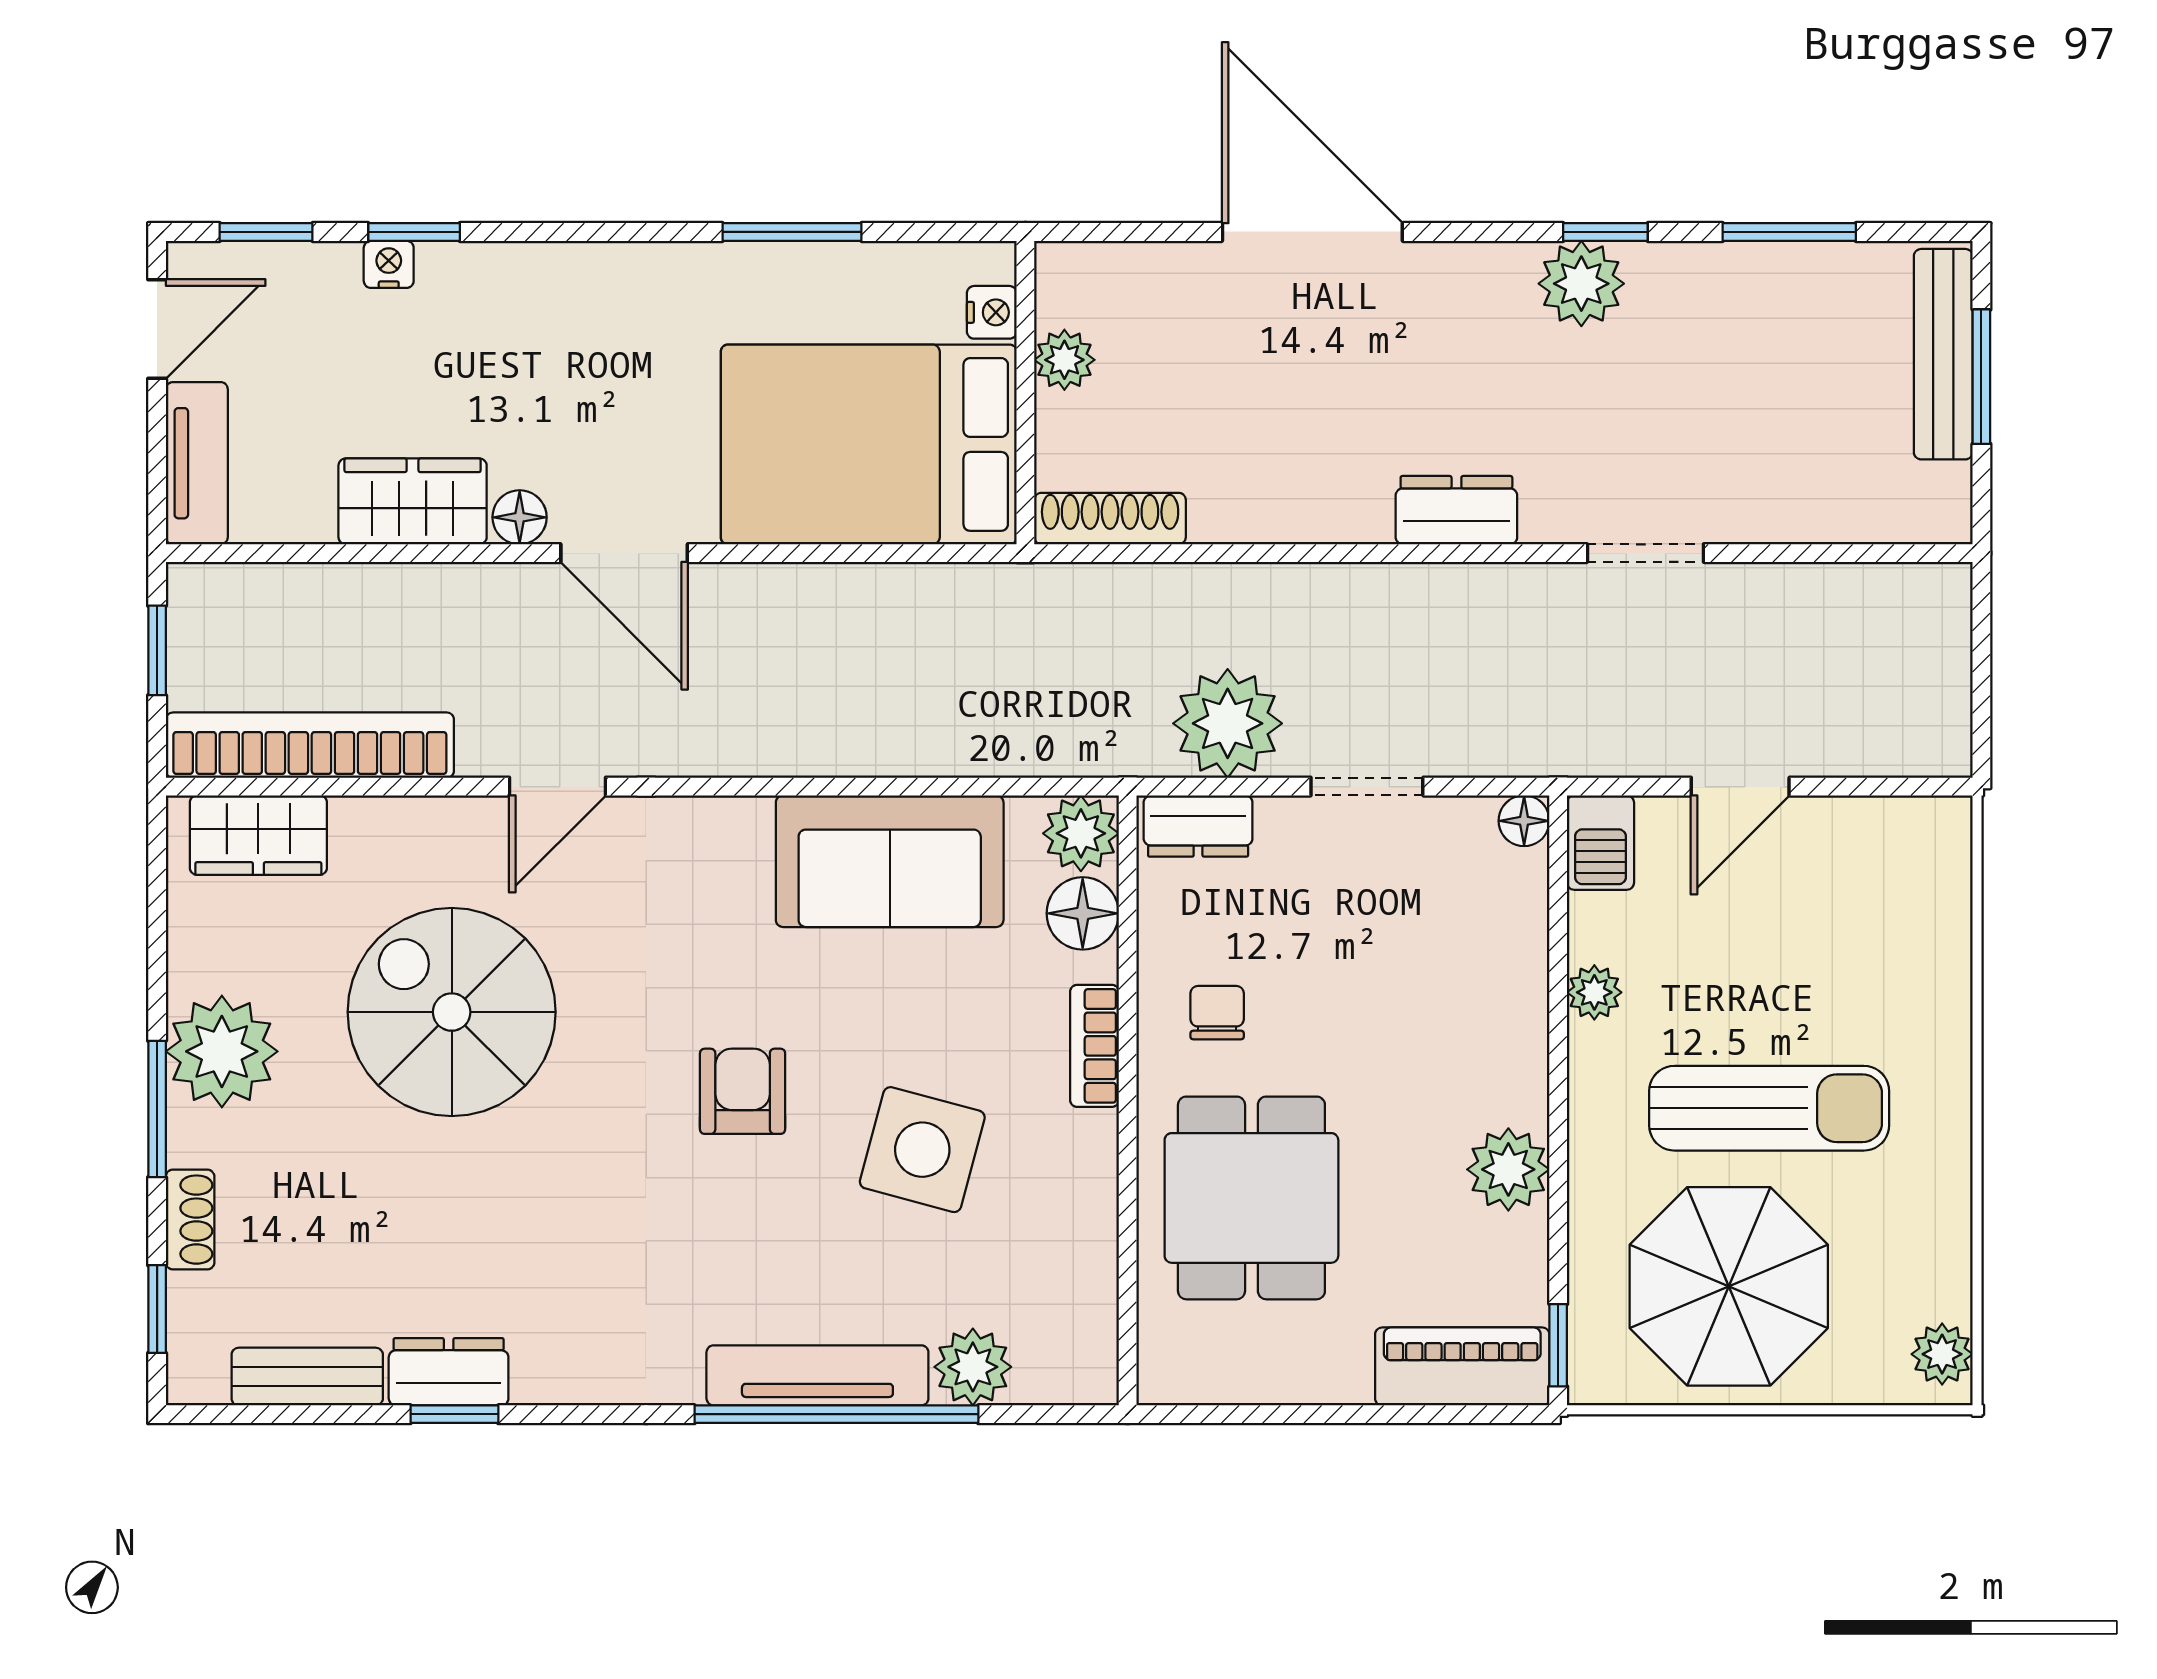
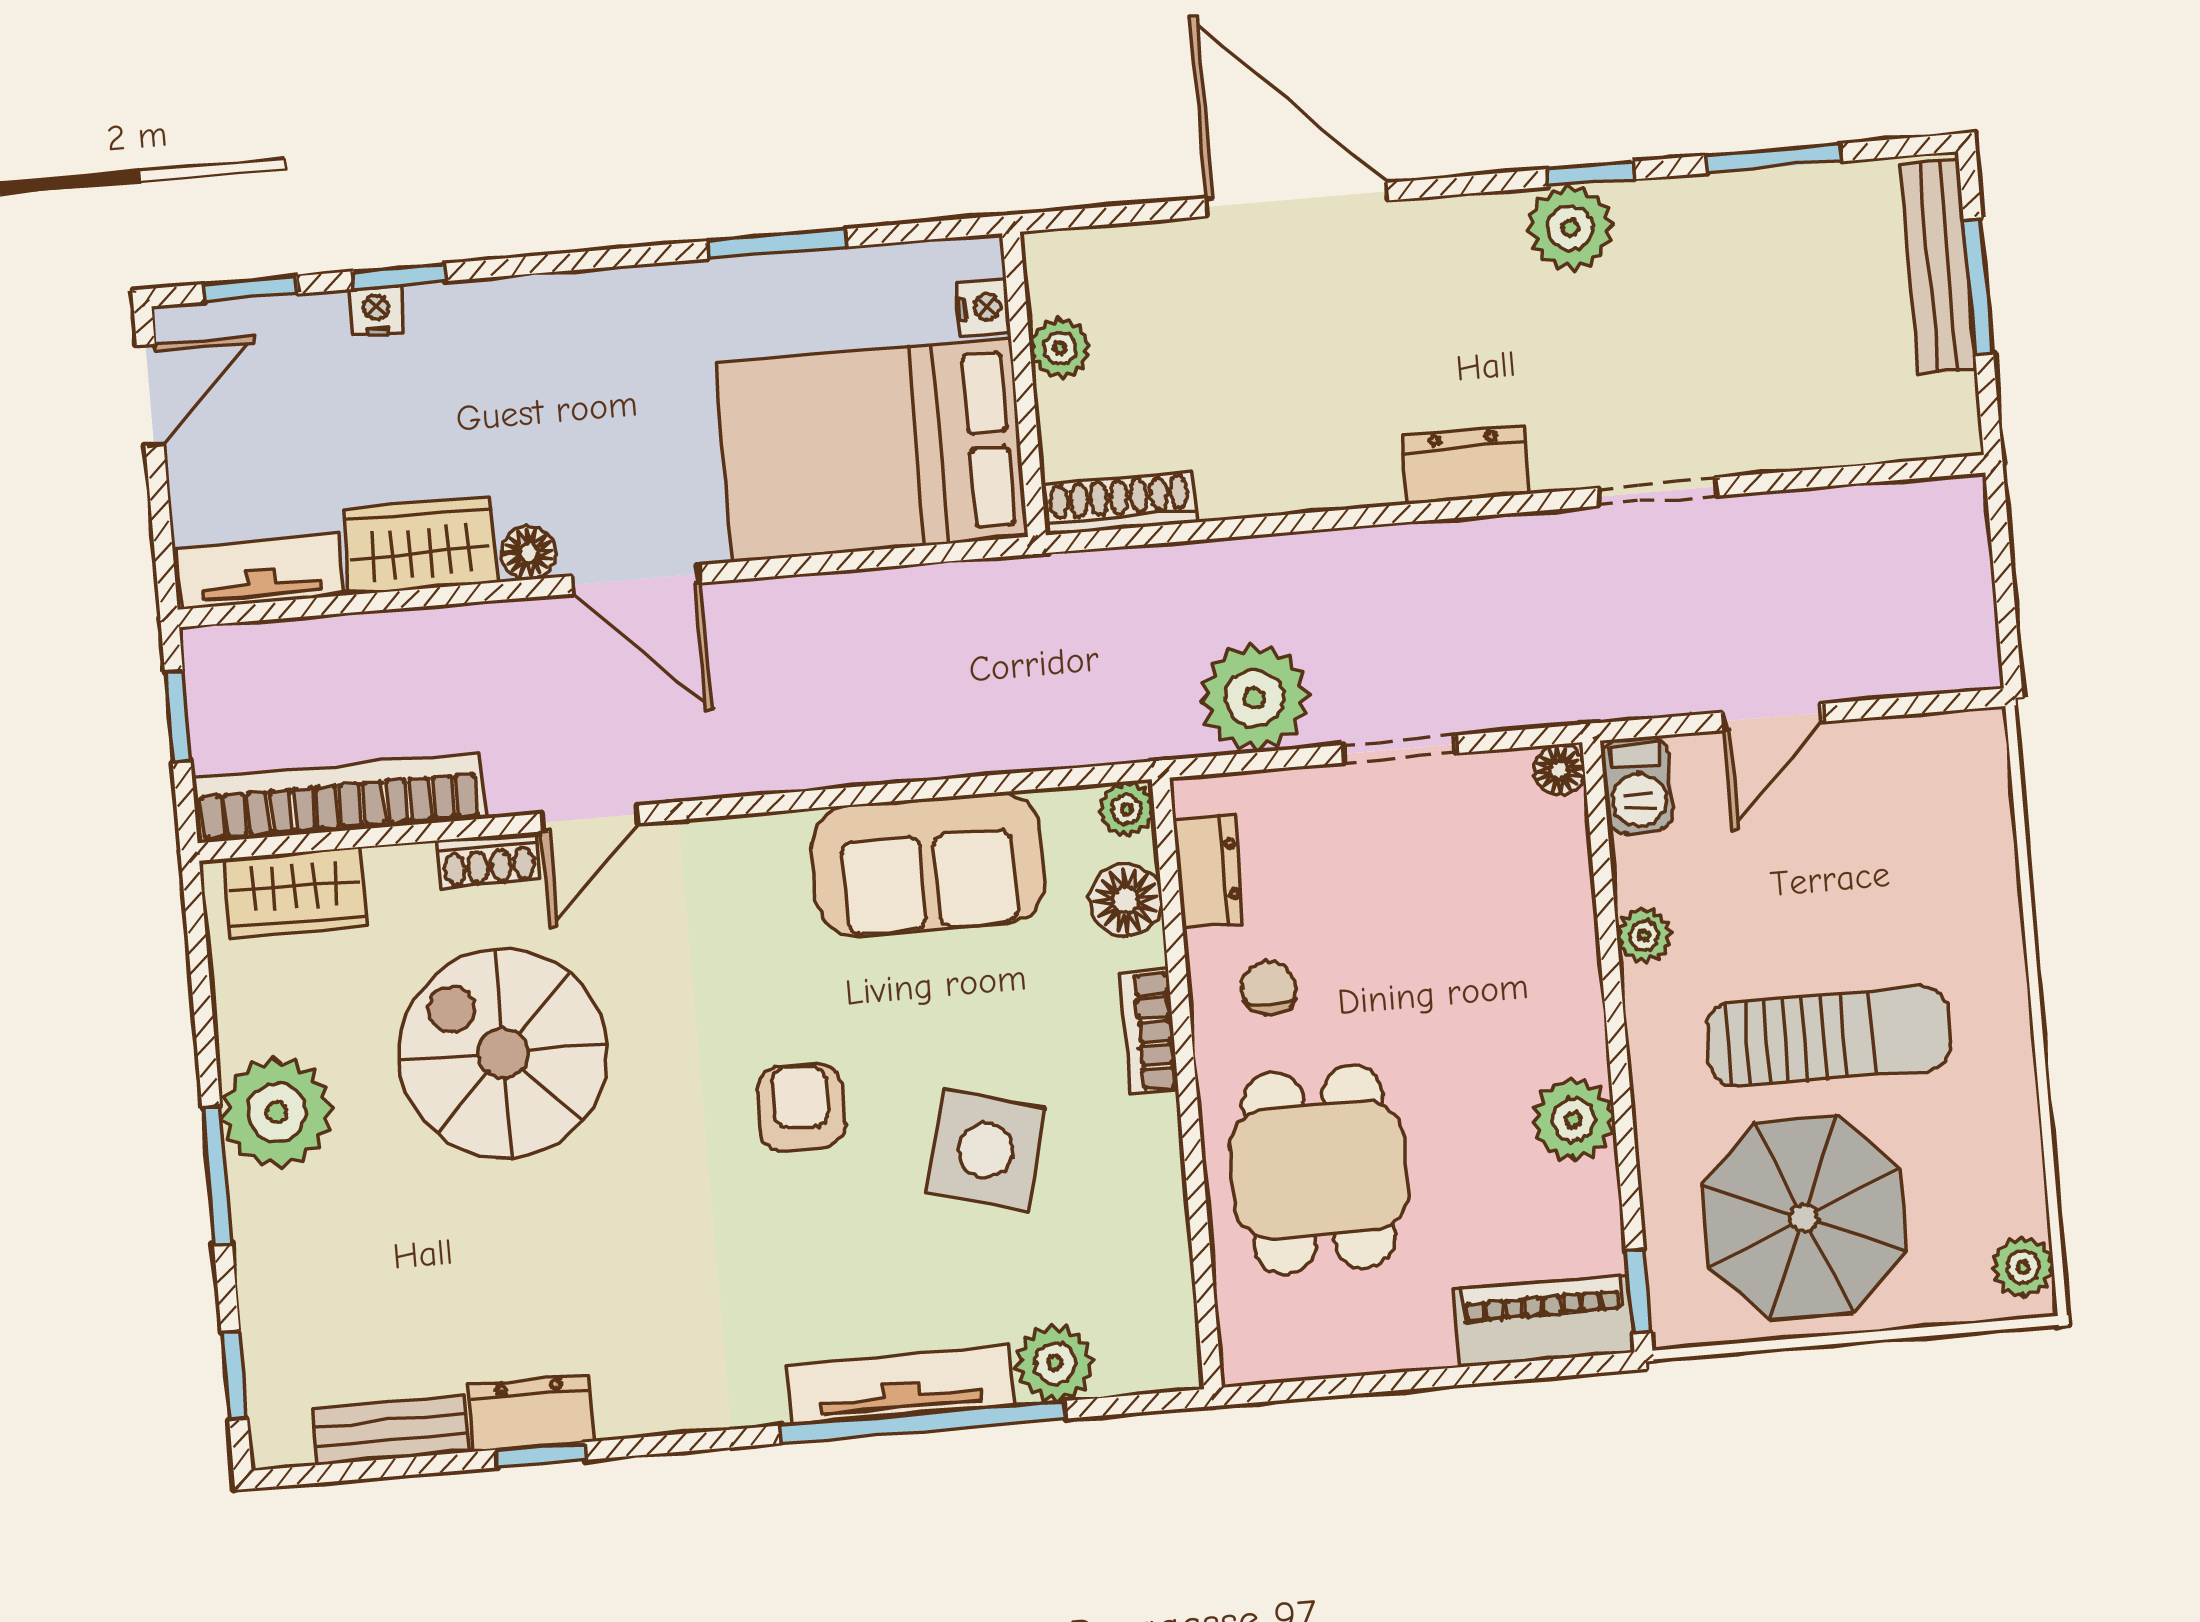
tv unit: (197, 463) -> (260, 572), moved, turned -90
dresser: (1198, 826) -> (1208, 871), moved, turned -90
plant: (1081, 833) -> (1127, 809), width x0.73, depth x0.73
shoe rack: (190, 1220) -> (489, 860), moved, turned 90

